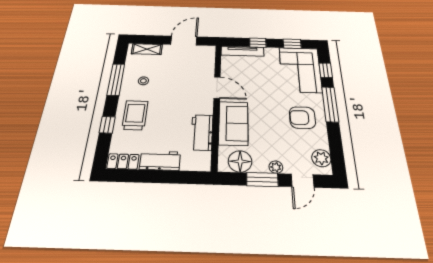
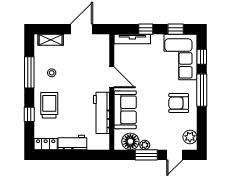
workbench: (202, 132) -> (102, 113), width x1.37
plant: (276, 167) -> (145, 145), moved

